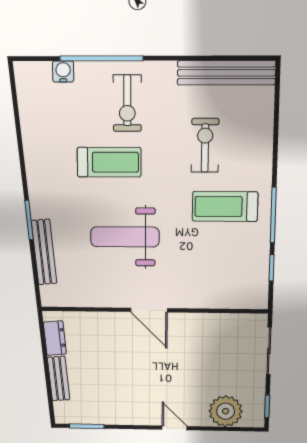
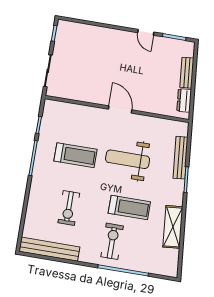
water cooler: (63, 71) -> (148, 267), removed
shelving: (35, 143) -> (173, 227), added
treadmill: (109, 162) -> (129, 207), turned 180
treadmill: (225, 206) -> (76, 155), moved
weight bench: (125, 237) -> (128, 159), turned 180
plant: (226, 411) -> (81, 34), removed
door: (174, 428) -> (146, 32), moved

